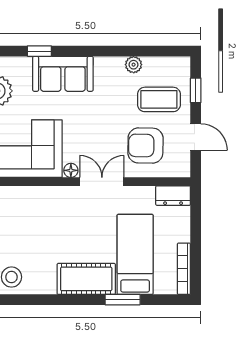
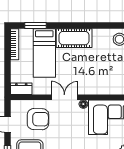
double door: (102, 182) -> (64, 97), swing flipped
window: (123, 300) -> (35, 25), moved

